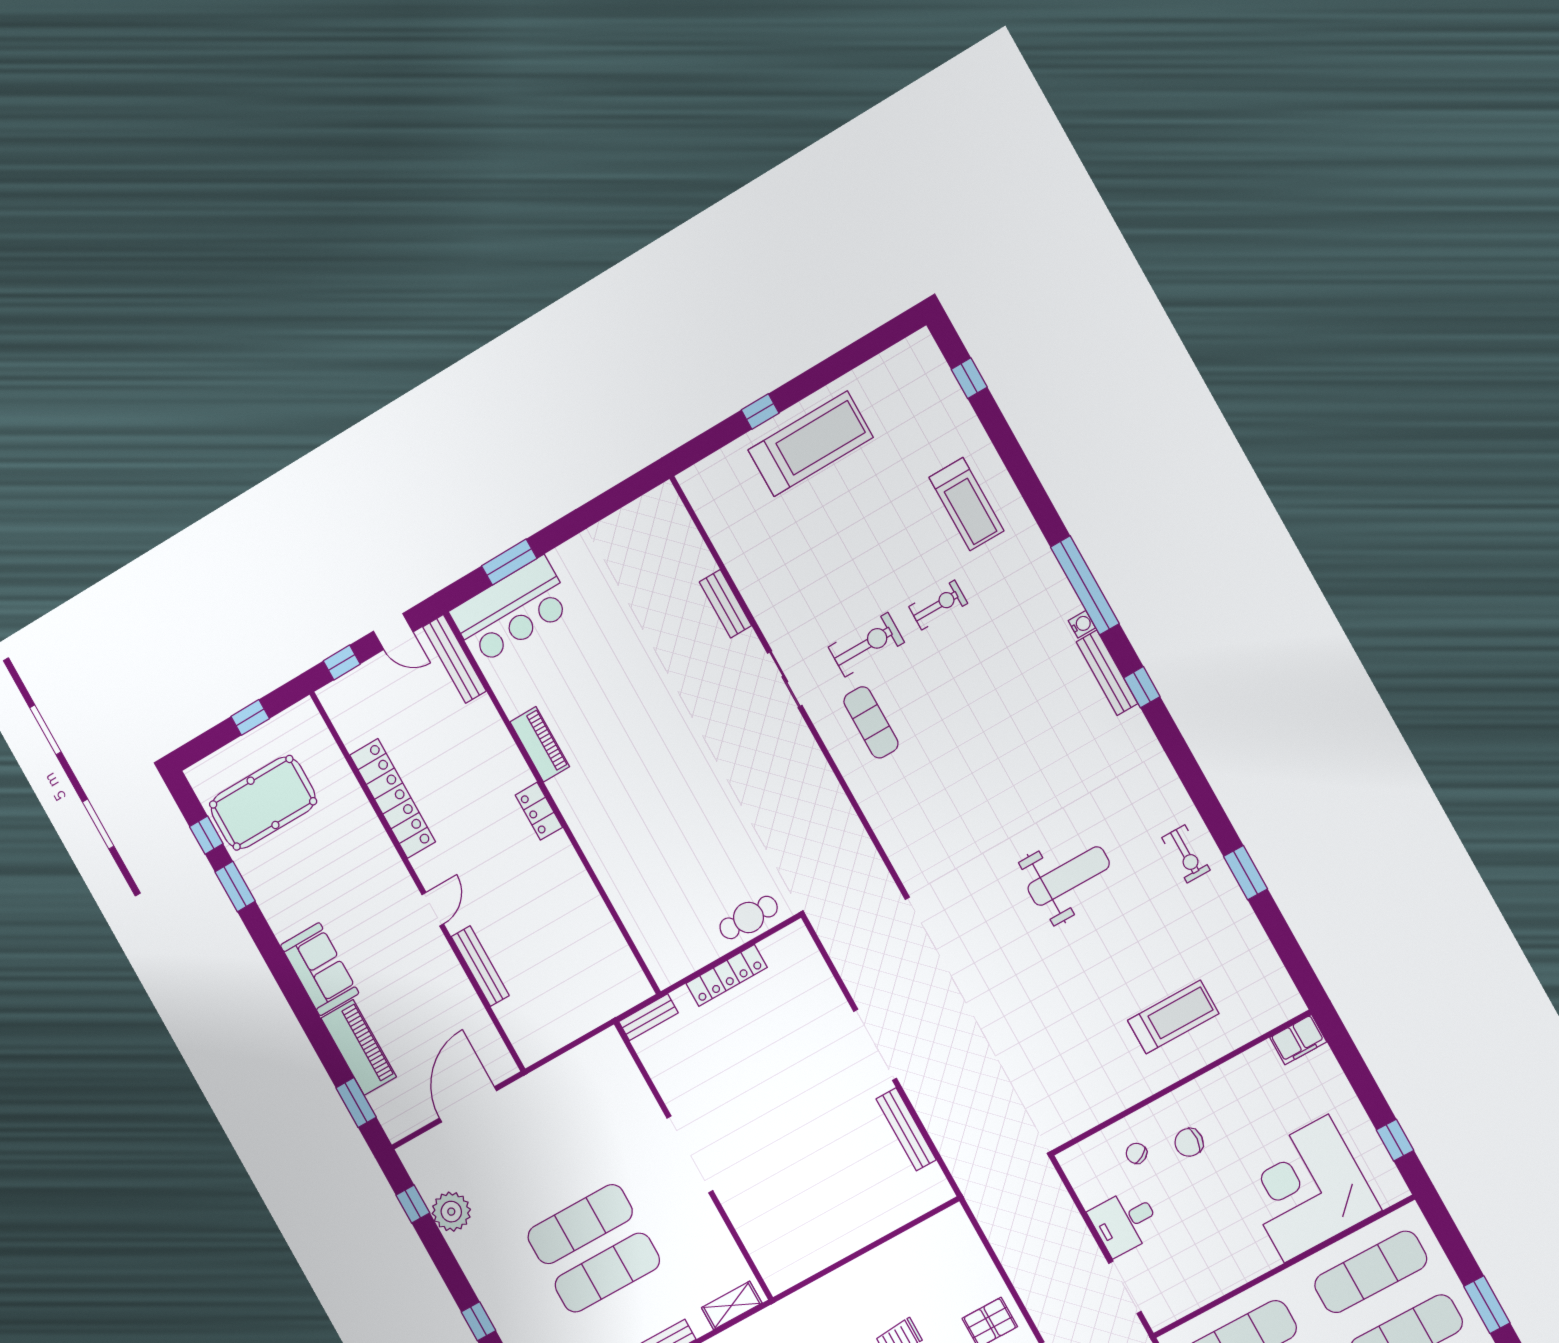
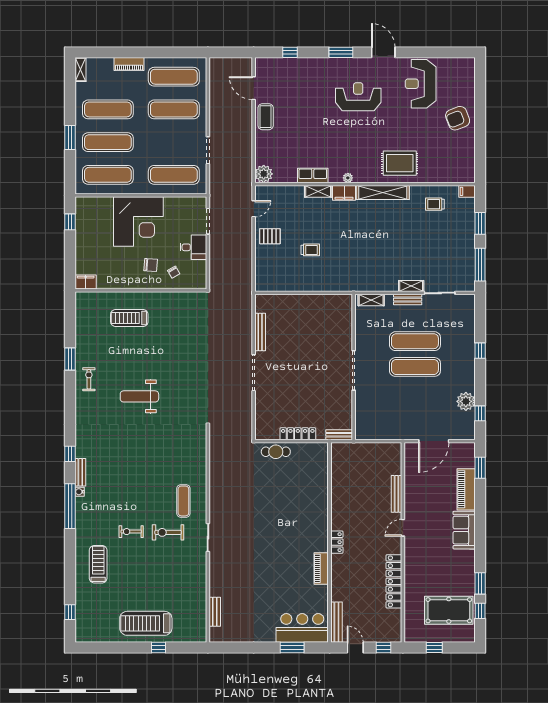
bench: (725, 604) -> (215, 612), moved
bench: (1107, 673) -> (80, 472), width x0.73
corner desk: (1306, 1189) -> (138, 222), moved

